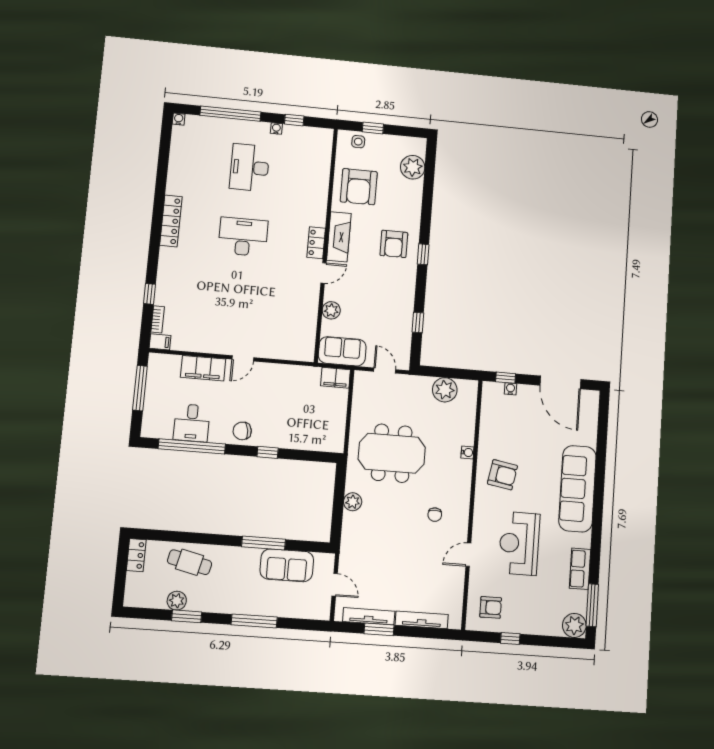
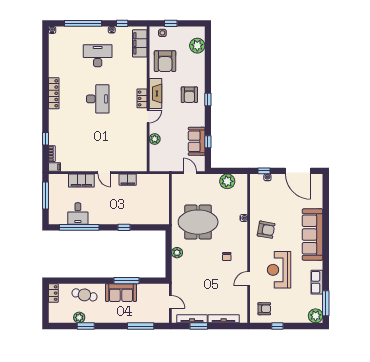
filing cabinet: (320, 155) -> (140, 43), added
desk: (250, 167) -> (98, 56), turned 90
desk: (243, 237) -> (98, 99), turned 90
sofa: (342, 351) -> (197, 141), moved, turned -90
door: (243, 358) -> (104, 173), hinge flipped
filing cabinet: (335, 378) -> (128, 180), moved
chair: (242, 431) -> (108, 216), removed
sofa: (287, 565) -> (121, 293), moved
window: (254, 621) -> (141, 326), moved

